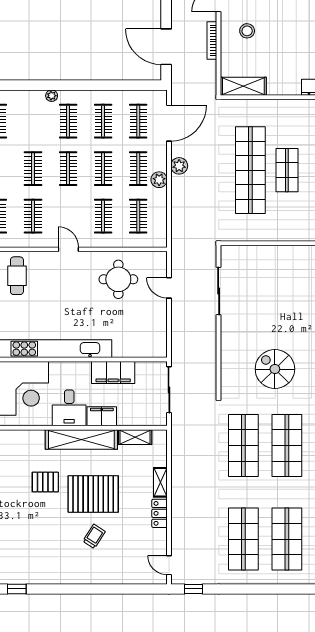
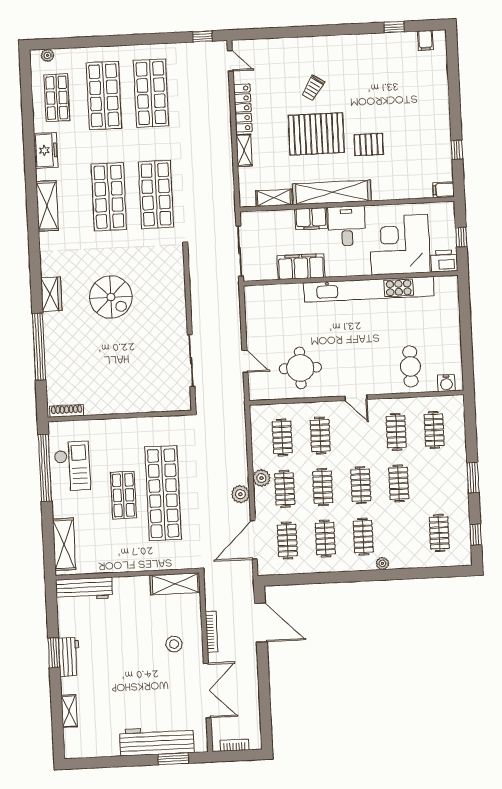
spiral stairs: (275, 369) -> (111, 297), moved
locker: (160, 513) -> (243, 108), width x1.53

